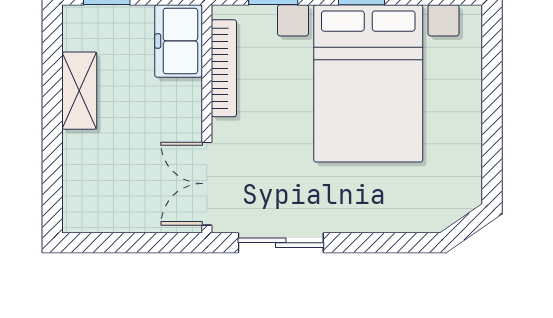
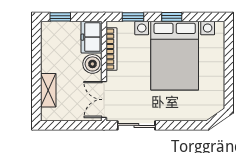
shelving: (79, 91) -> (48, 90), moved
boiler: (181, 102) -> (92, 64), added

